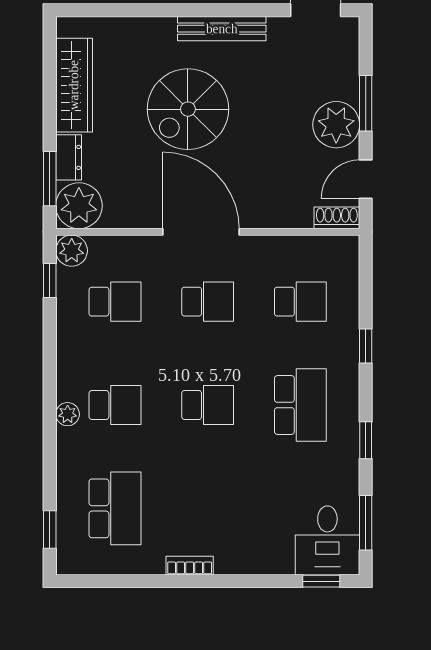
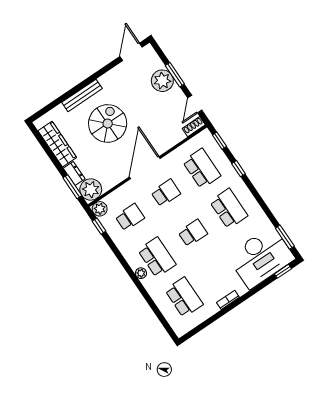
bench: (222, 29) -> (82, 95), moved
spiral stairs: (188, 109) -> (108, 124), turned 180
plant: (336, 125) -> (162, 81), moved
door: (201, 232) -> (145, 168), hinge flipped
school desk: (300, 302) -> (202, 169), width x1.85
school desk: (115, 405) -> (157, 257), width x1.85
window: (366, 440) -> (219, 141), moved
window: (50, 529) -> (164, 322), removed
desk: (327, 540) -> (261, 257), width x1.87, depth x1.30

